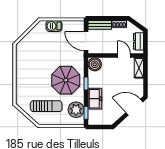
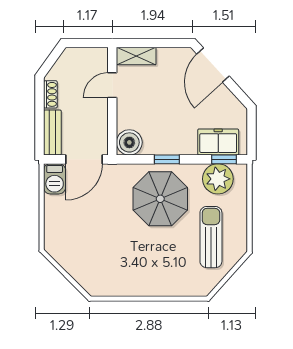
barbecue: (54, 26) -> (55, 179), moved
dresser: (139, 41) -> (85, 57), removed
freezer: (95, 99) -> (218, 142), moved

